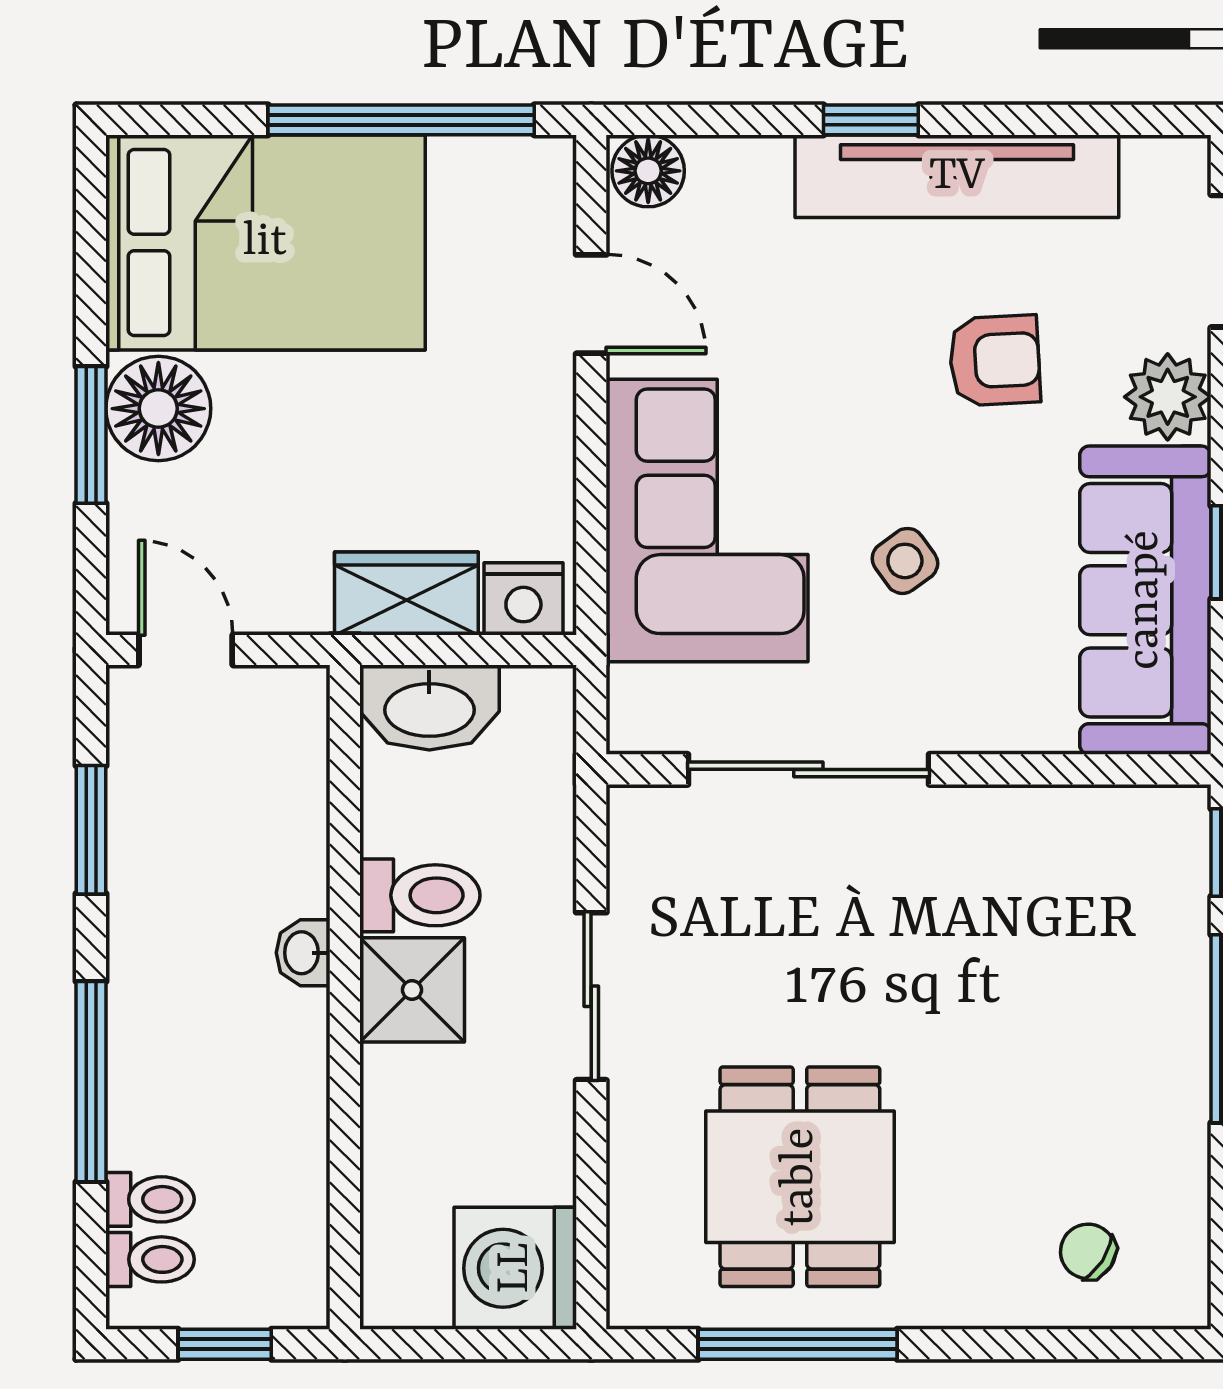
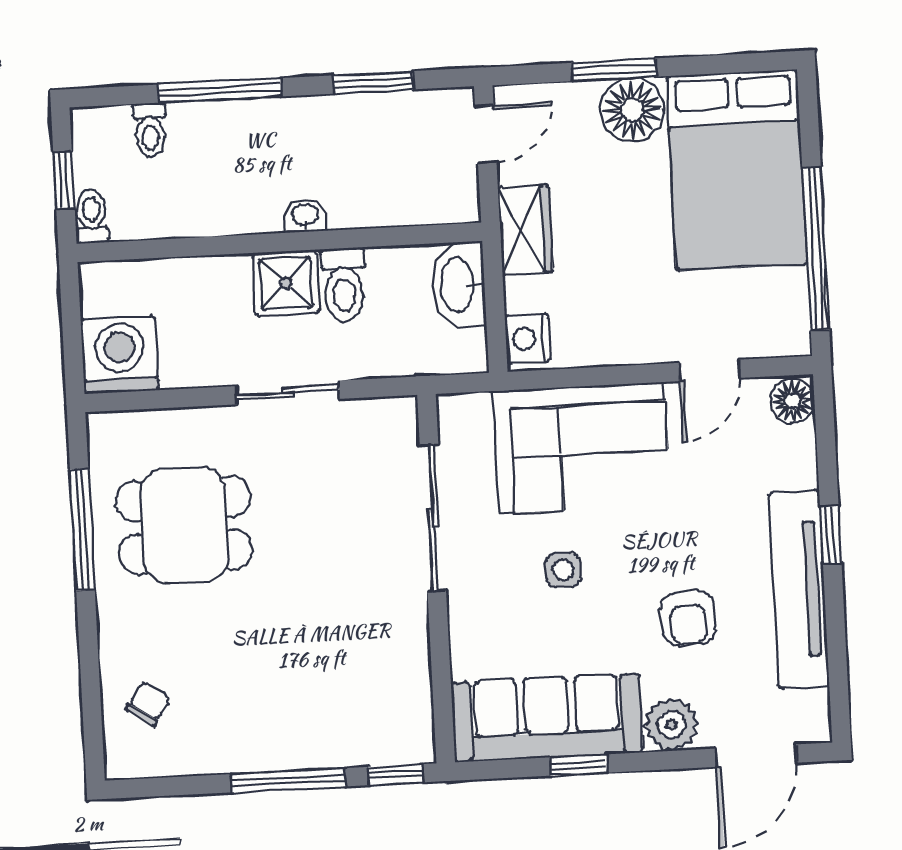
side table: (905, 561) -> (563, 570), turned 36
wardrobe: (406, 593) -> (525, 230), moved
toilet: (150, 1259) -> (92, 216), moved, turned 180

